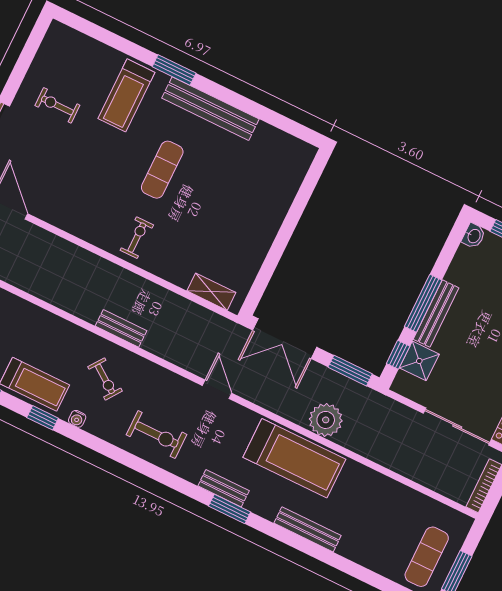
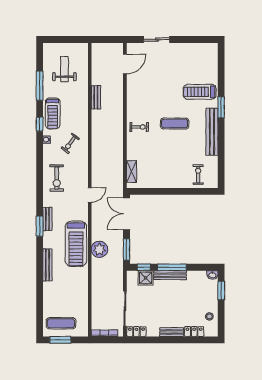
exercise bike: (57, 105) -> (198, 175), moved
bench: (121, 328) -> (96, 97), moved

